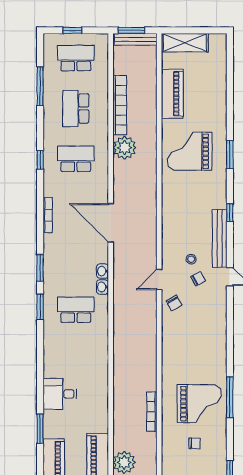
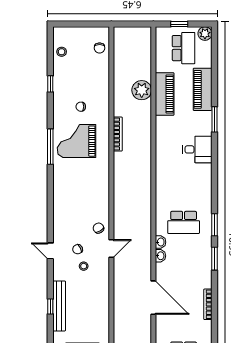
bench: (220, 238) -> (59, 306), moved

